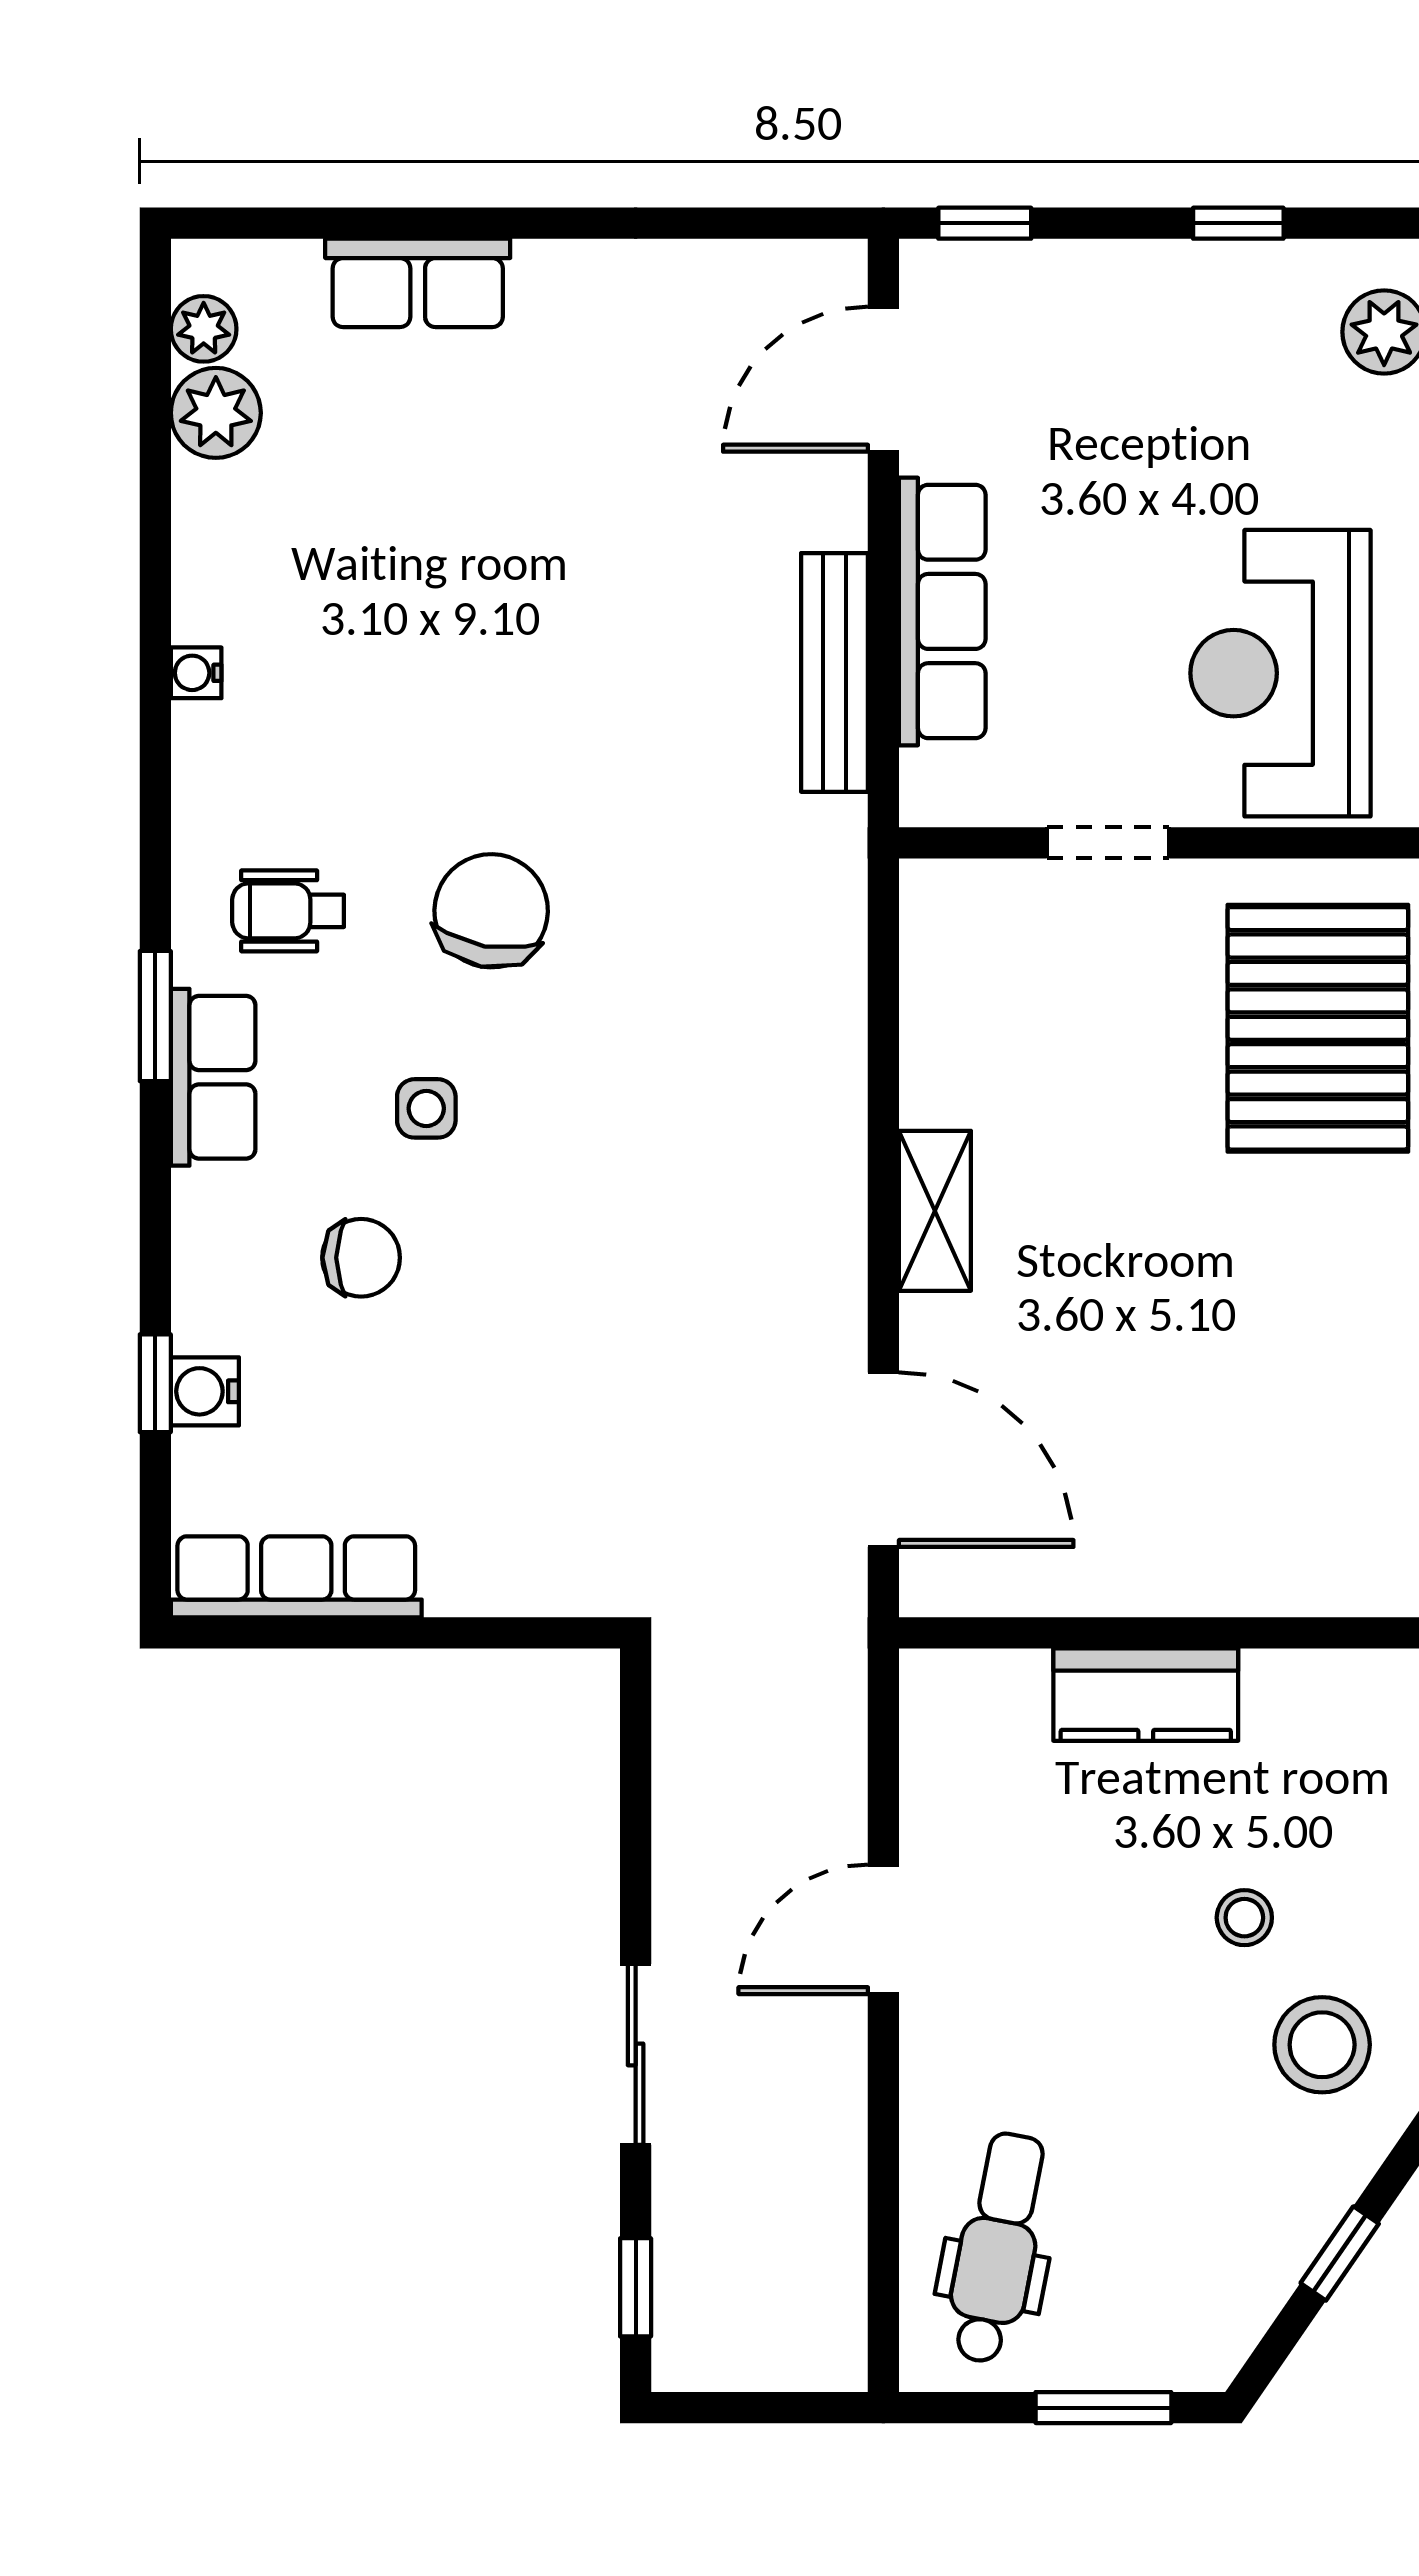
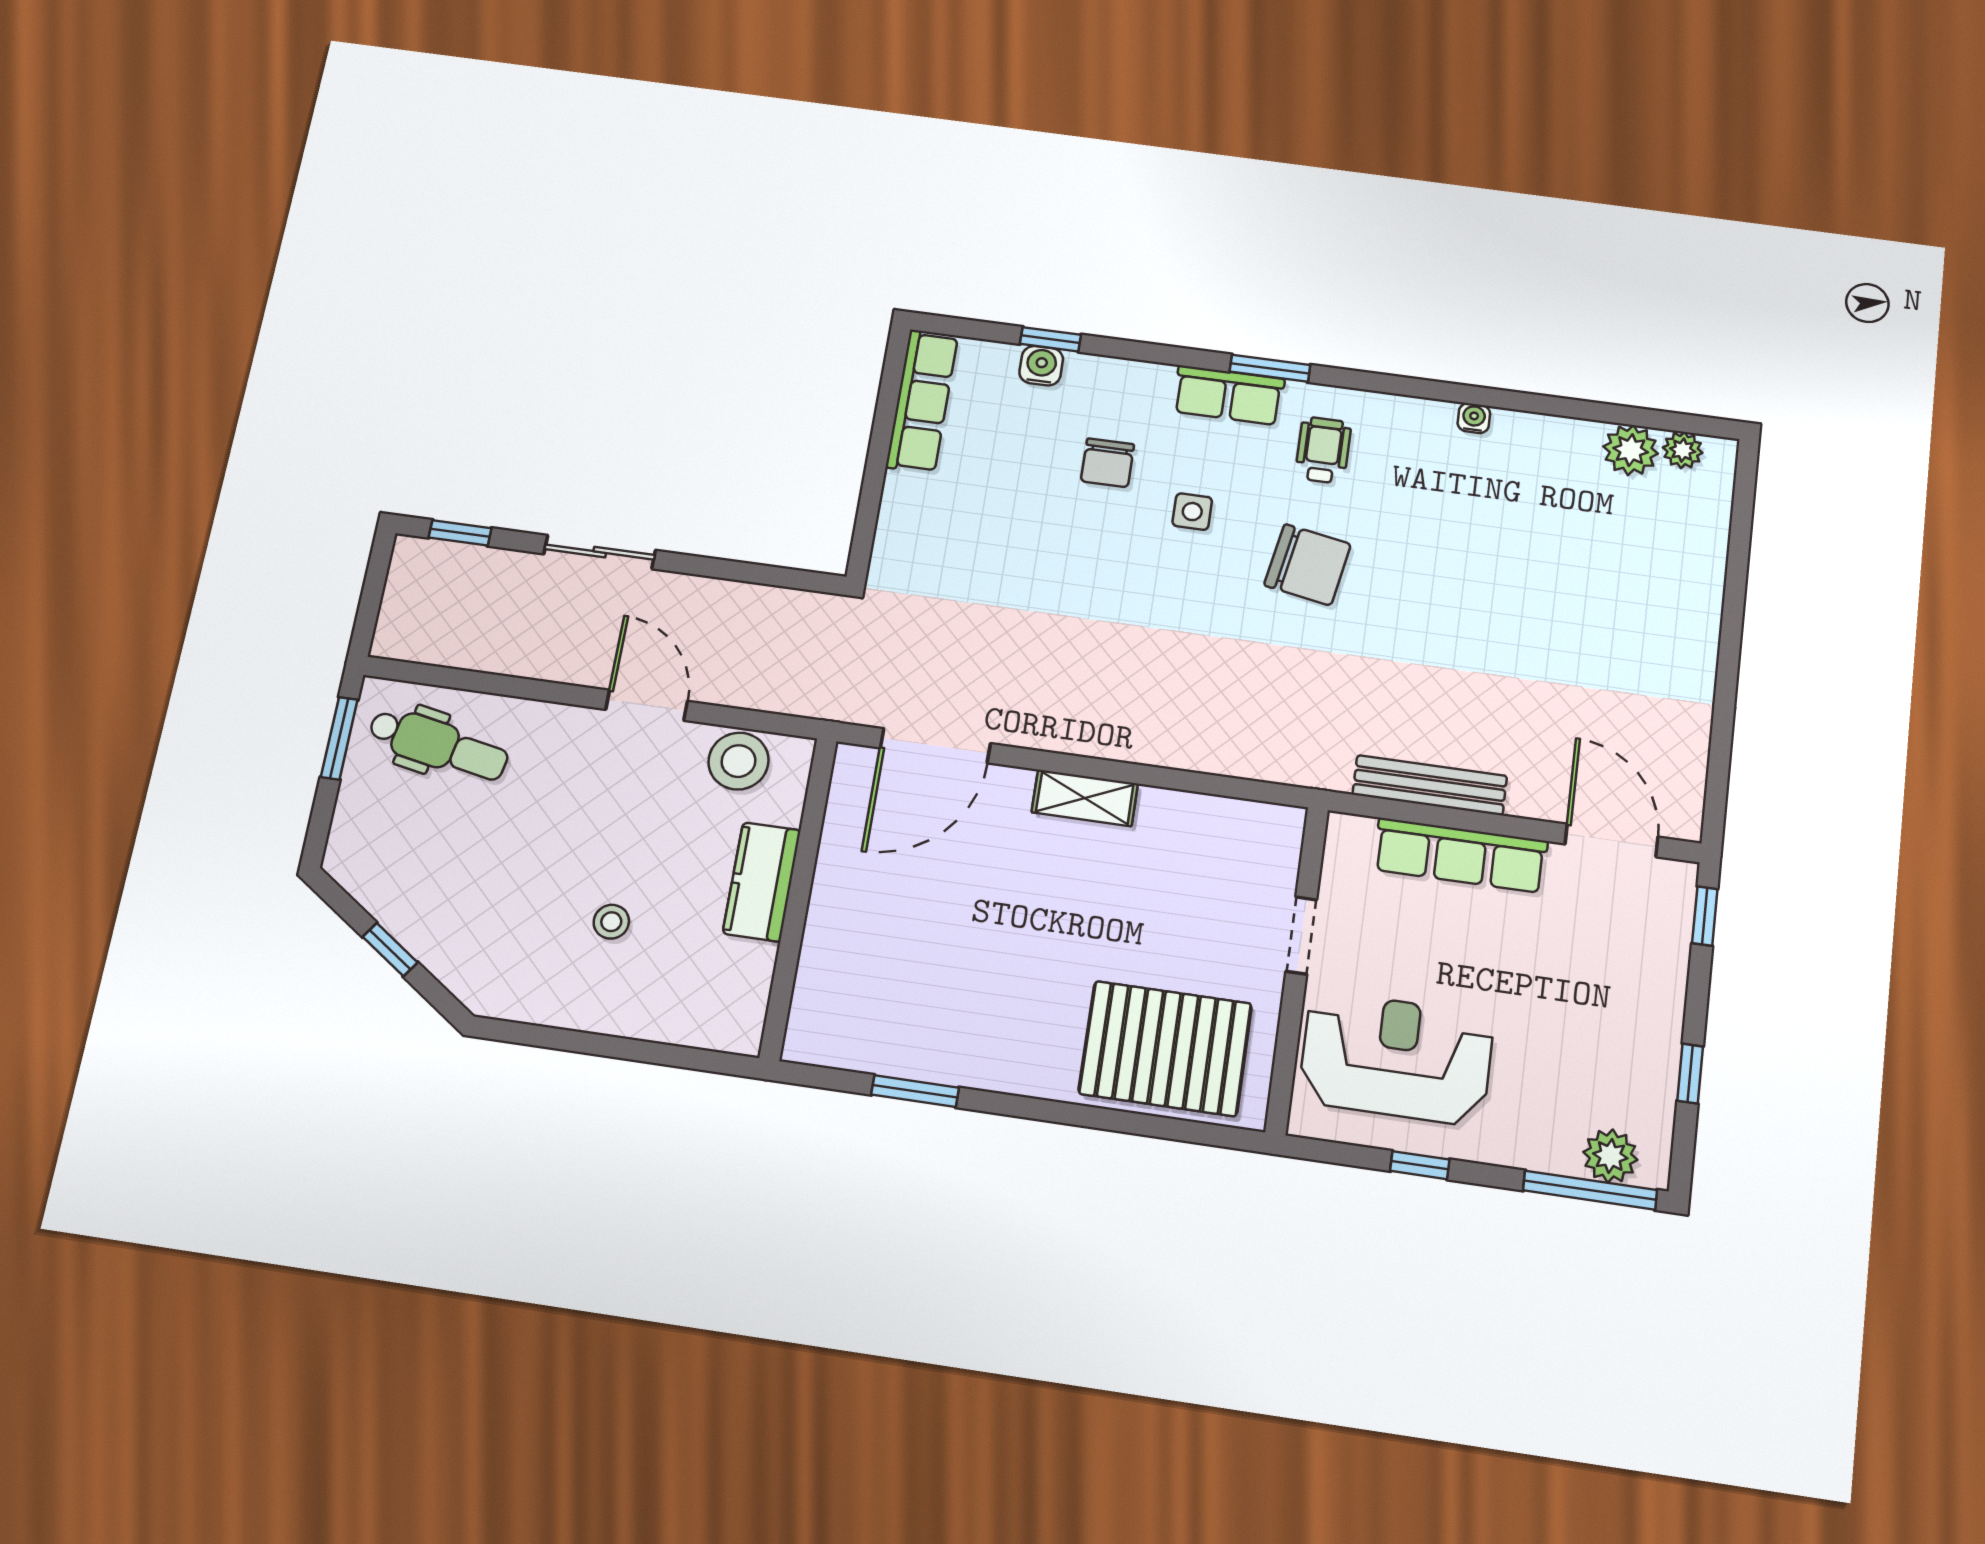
row of seats: (418, 283) -> (1699, 575), removed
stool: (1322, 2045) -> (738, 761), moved
window: (1103, 2408) -> (339, 738), moved

